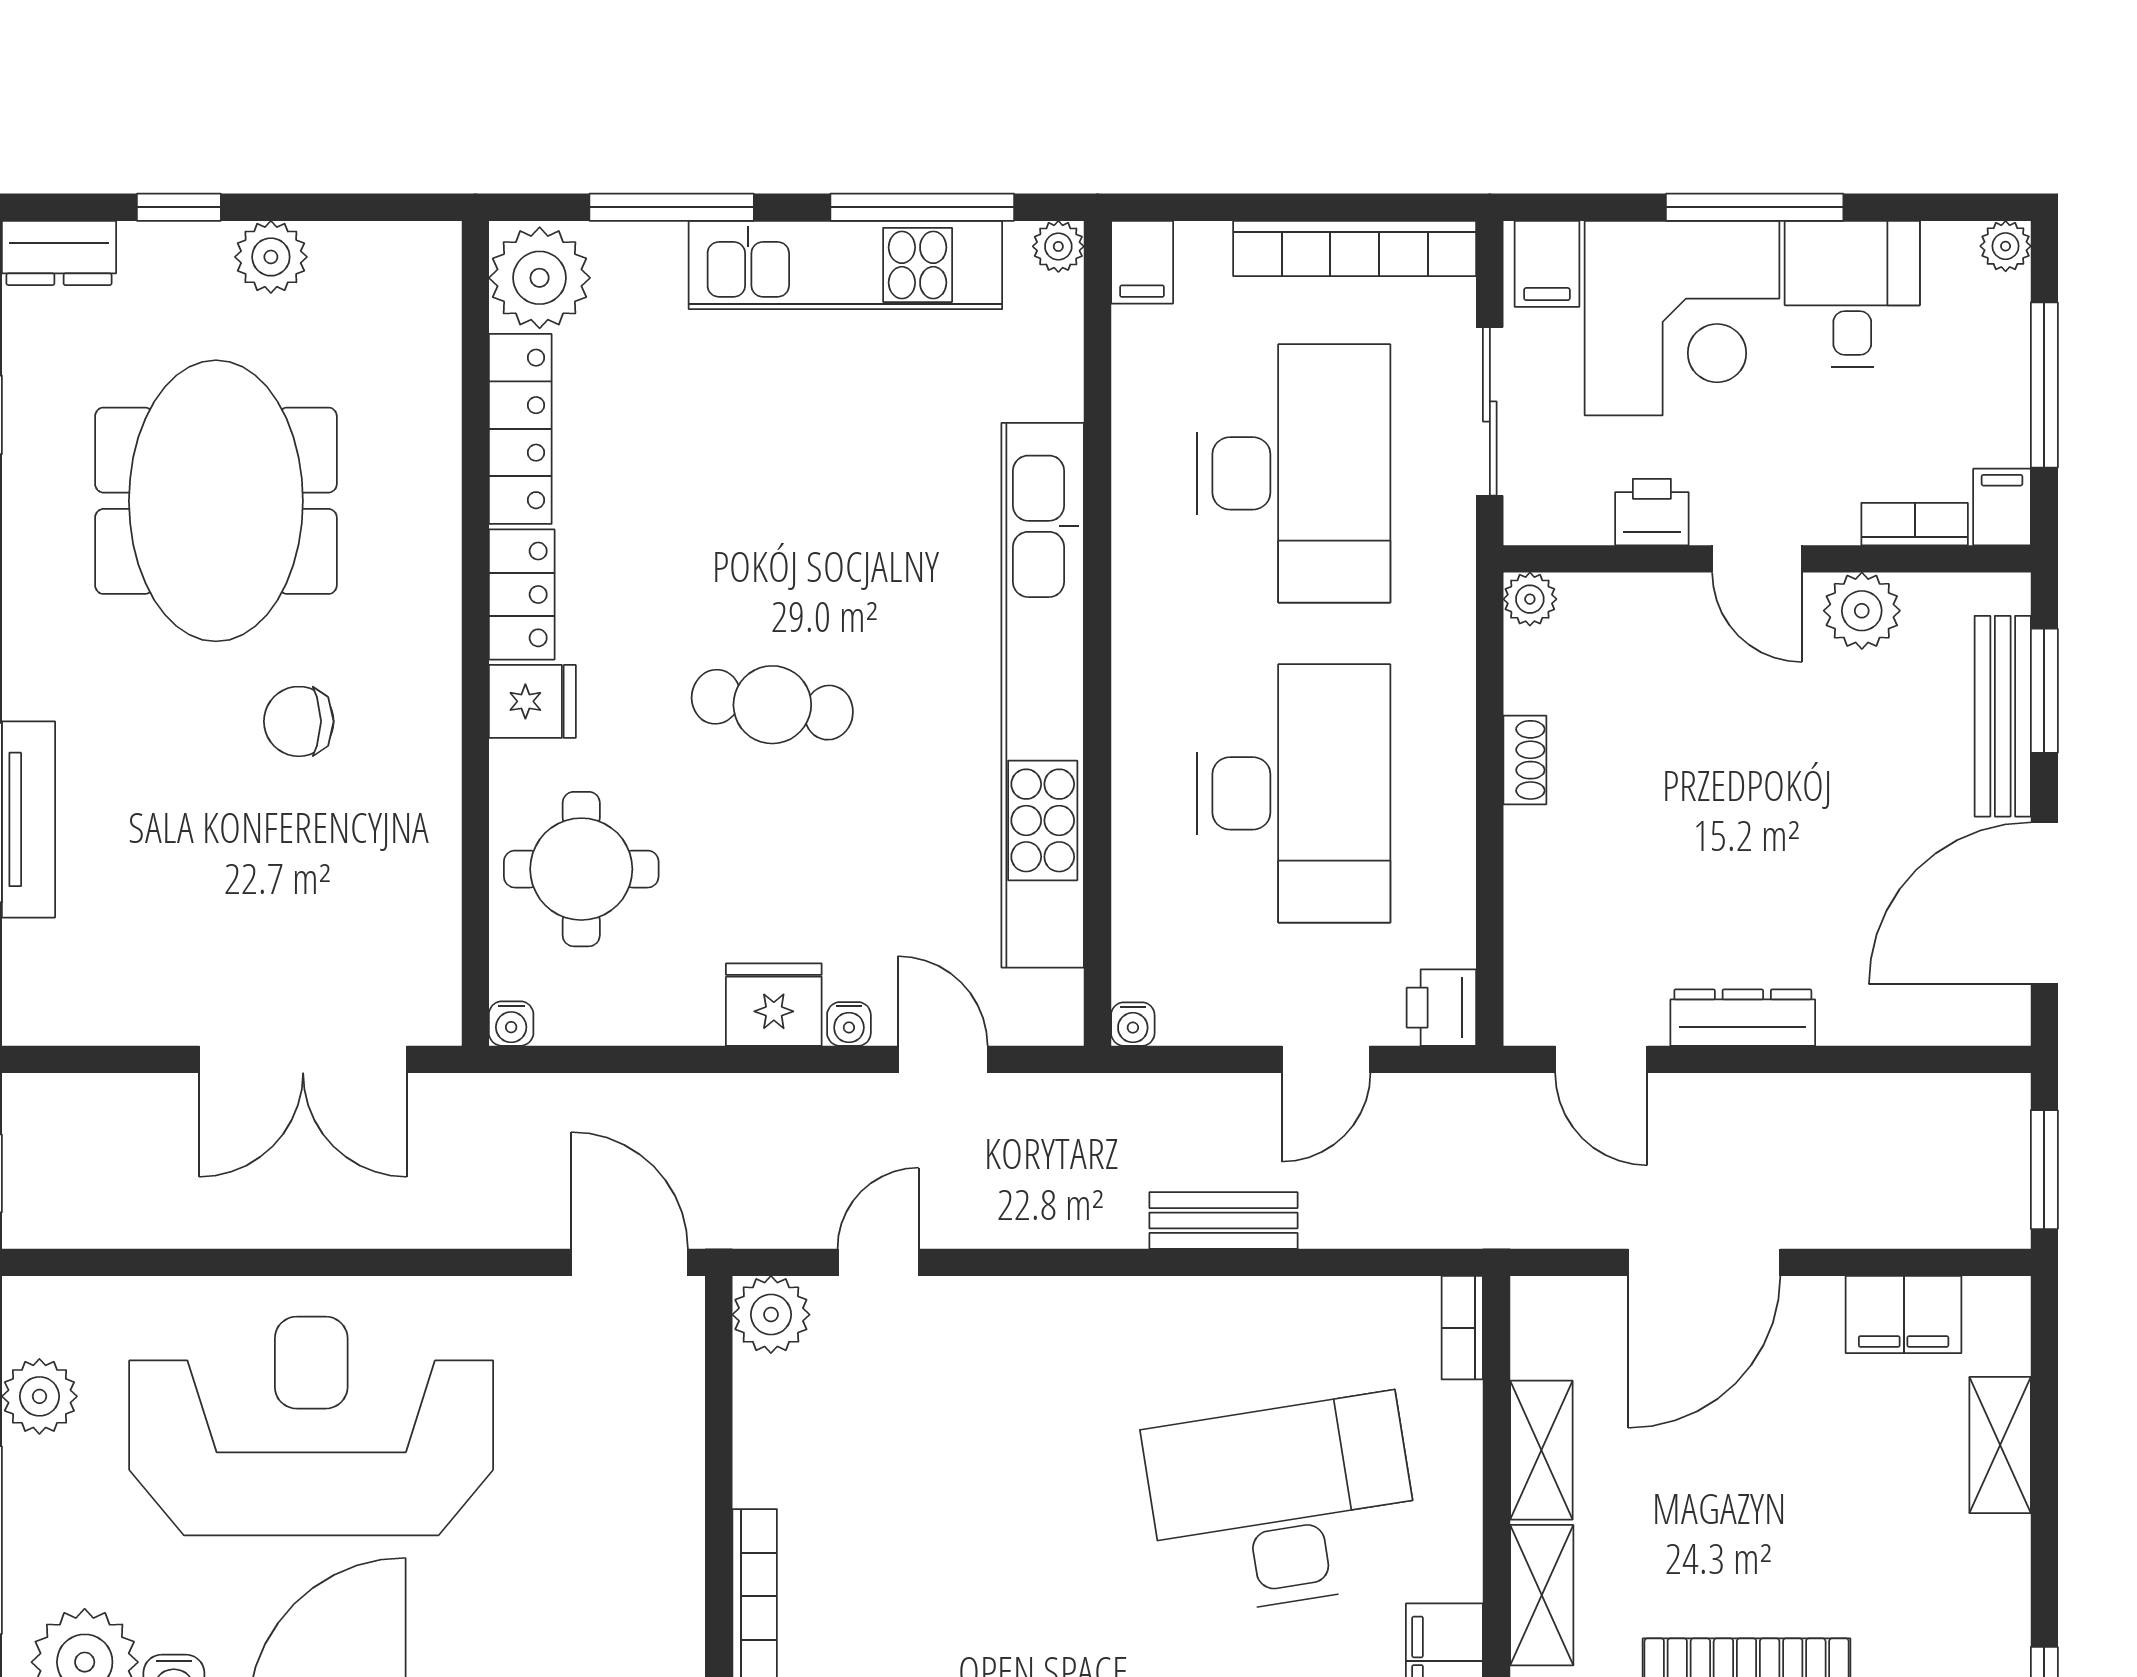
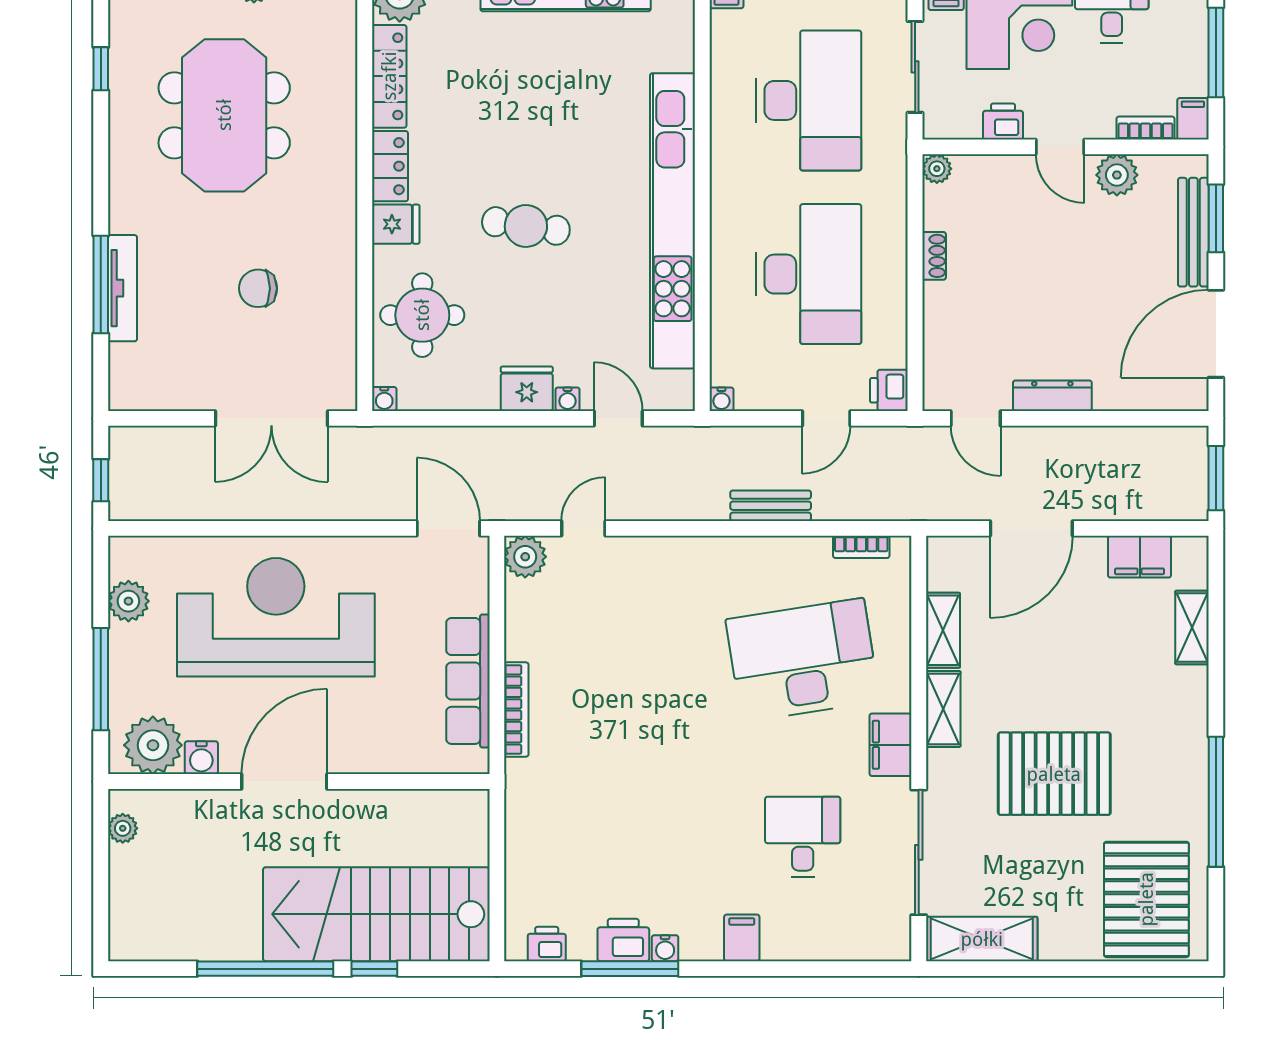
chair: (299, 721) -> (258, 288), moved
bookcase: (1462, 1328) -> (861, 547), moved, turned -90
row of seats: (665, 1544) -> (468, 681), added

